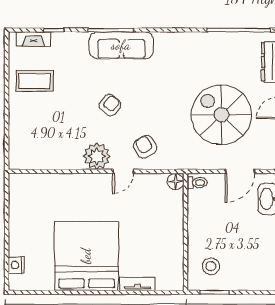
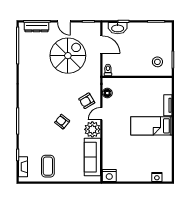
sofa: (121, 45) -> (92, 157), moved, turned 180
spiral stairs: (221, 115) -> (68, 56), turned 180
door: (123, 171) -> (101, 114), swing flipped
floor lamp: (176, 181) -> (107, 93), moved
nightstand: (19, 185) -> (109, 176), added
bed: (86, 256) -> (151, 126), width x0.49

